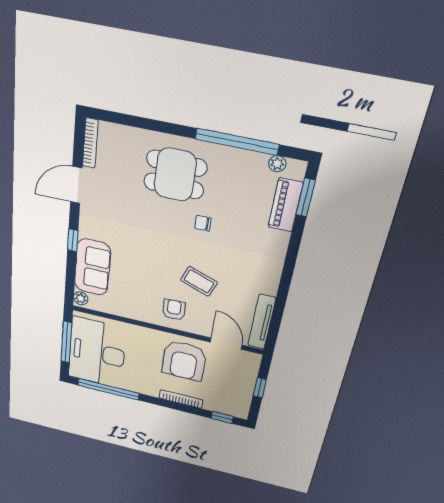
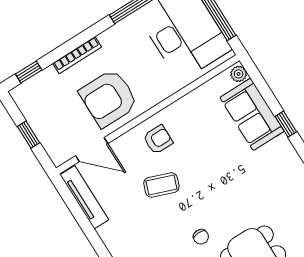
chair: (203, 223) -> (201, 237), turned 90
armchair: (174, 310) -> (158, 140), turned -87
armchair: (184, 361) -> (109, 98), turned -90

